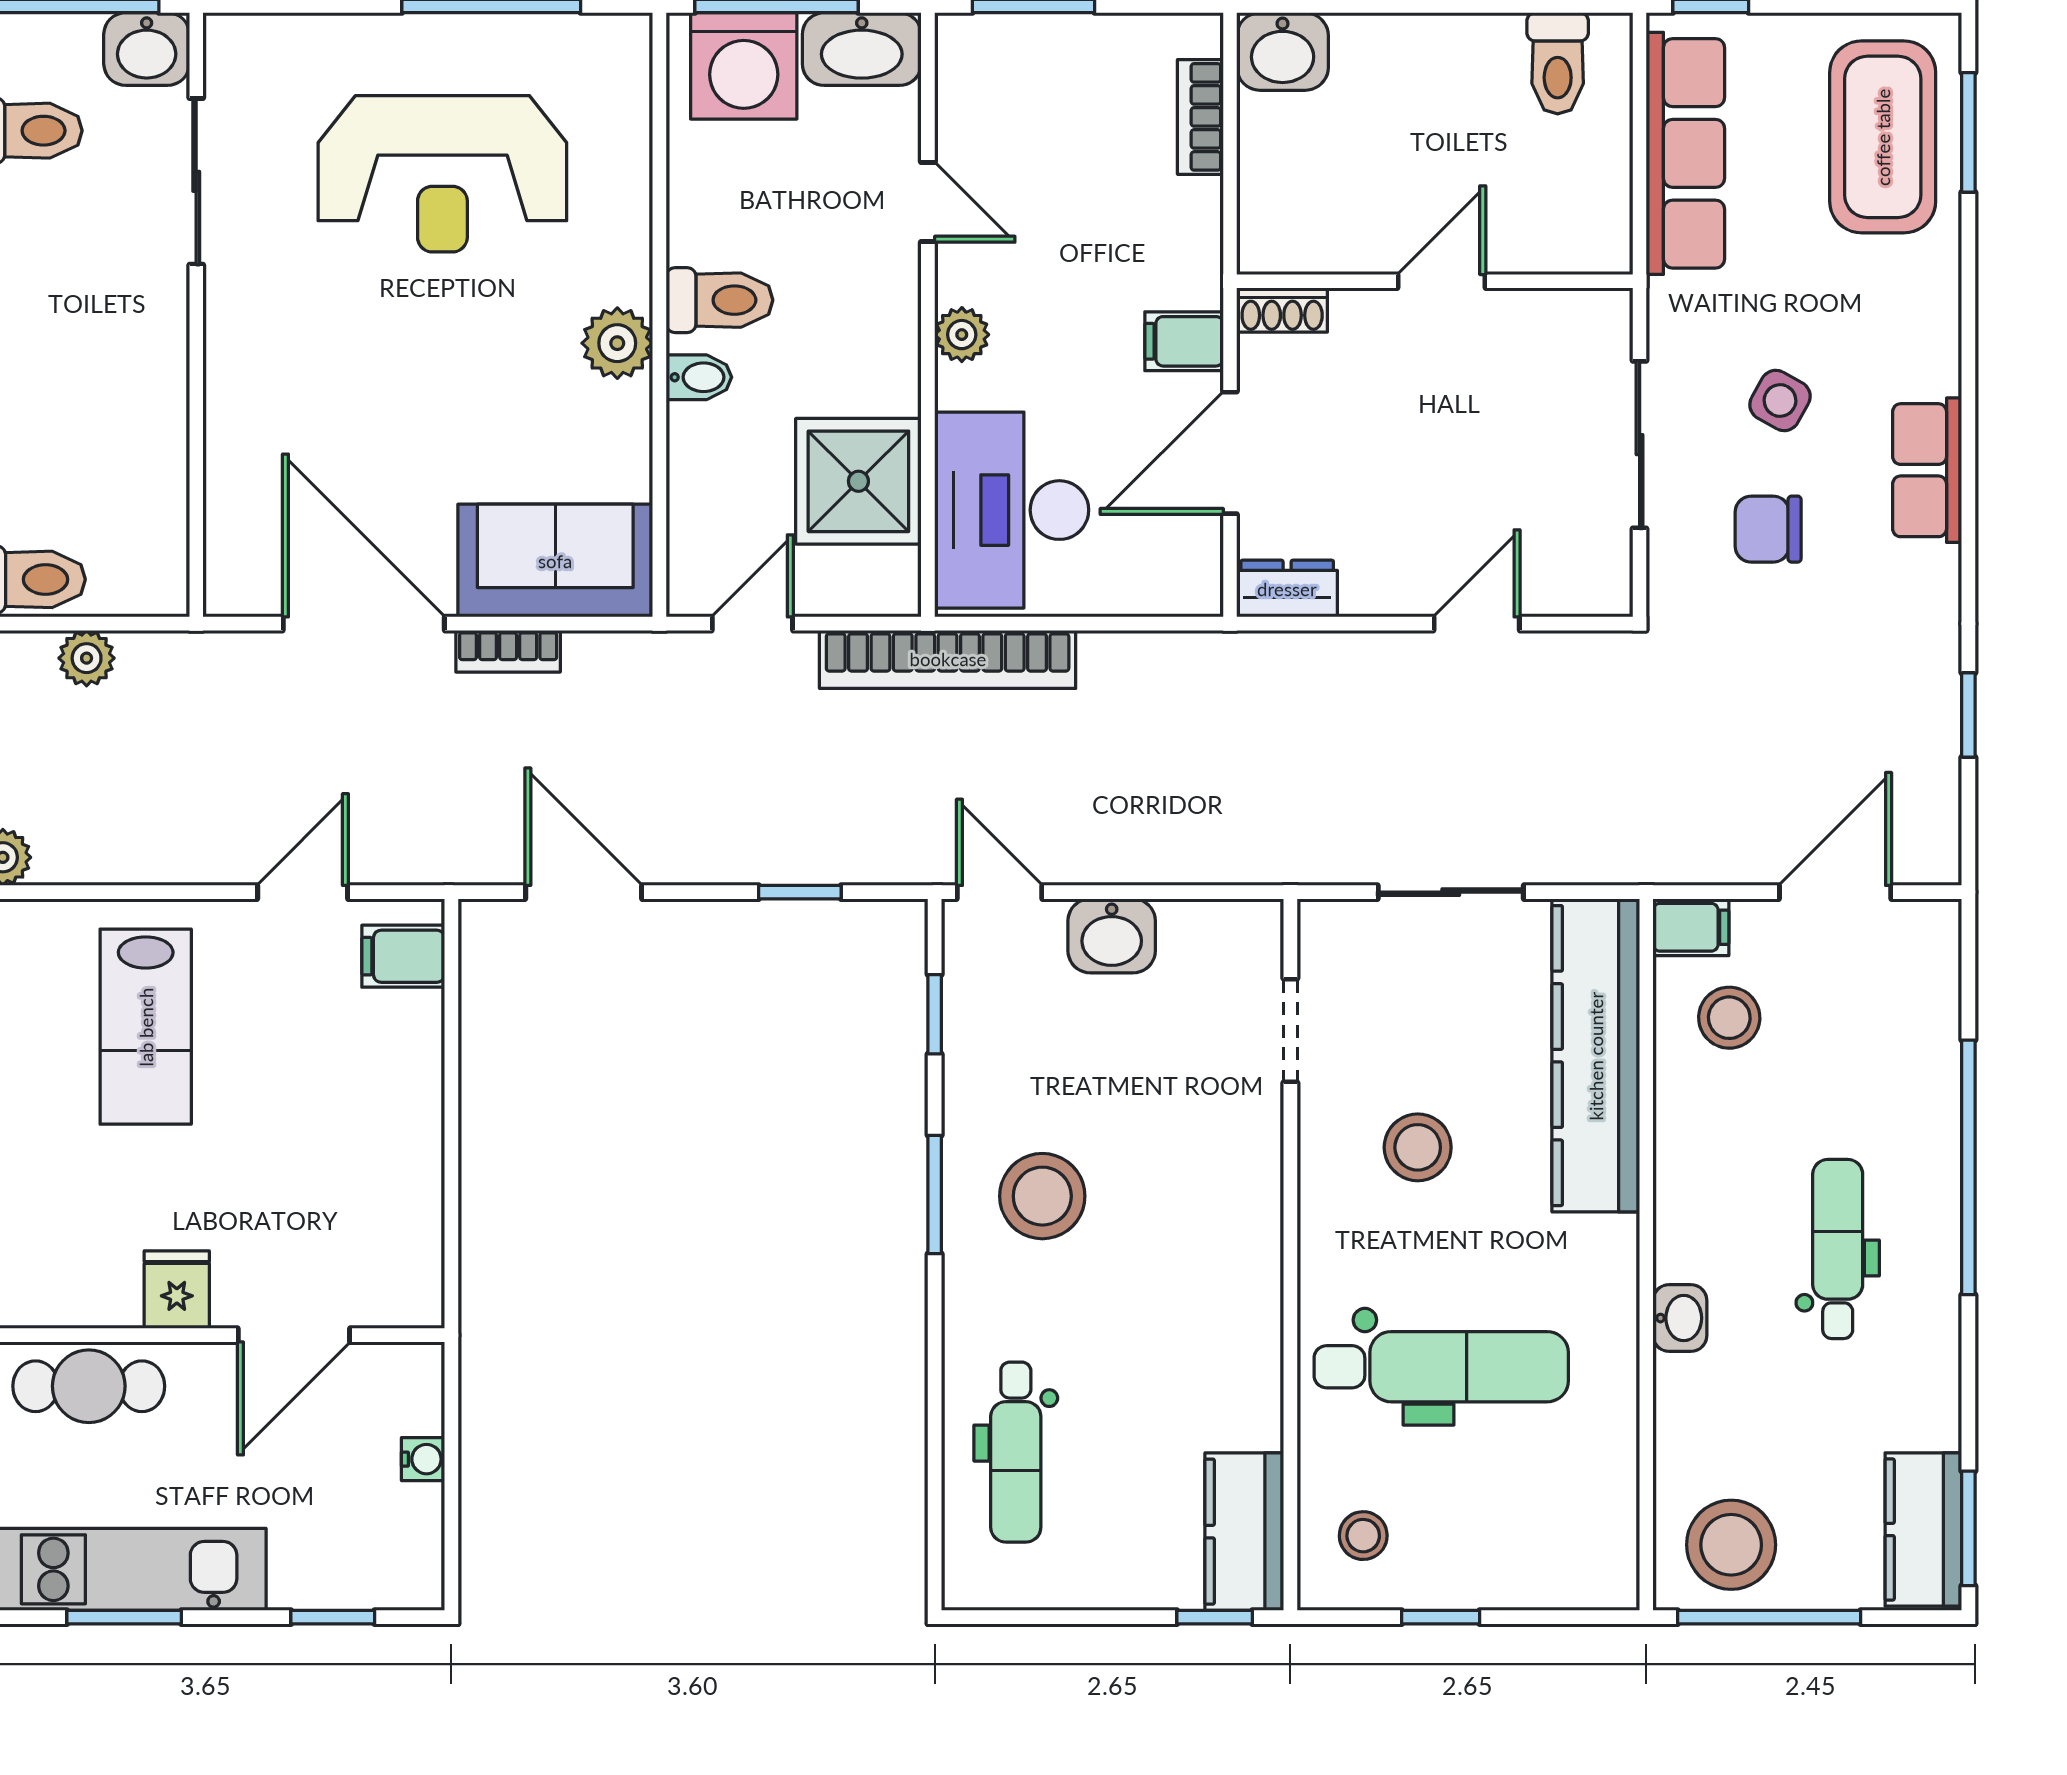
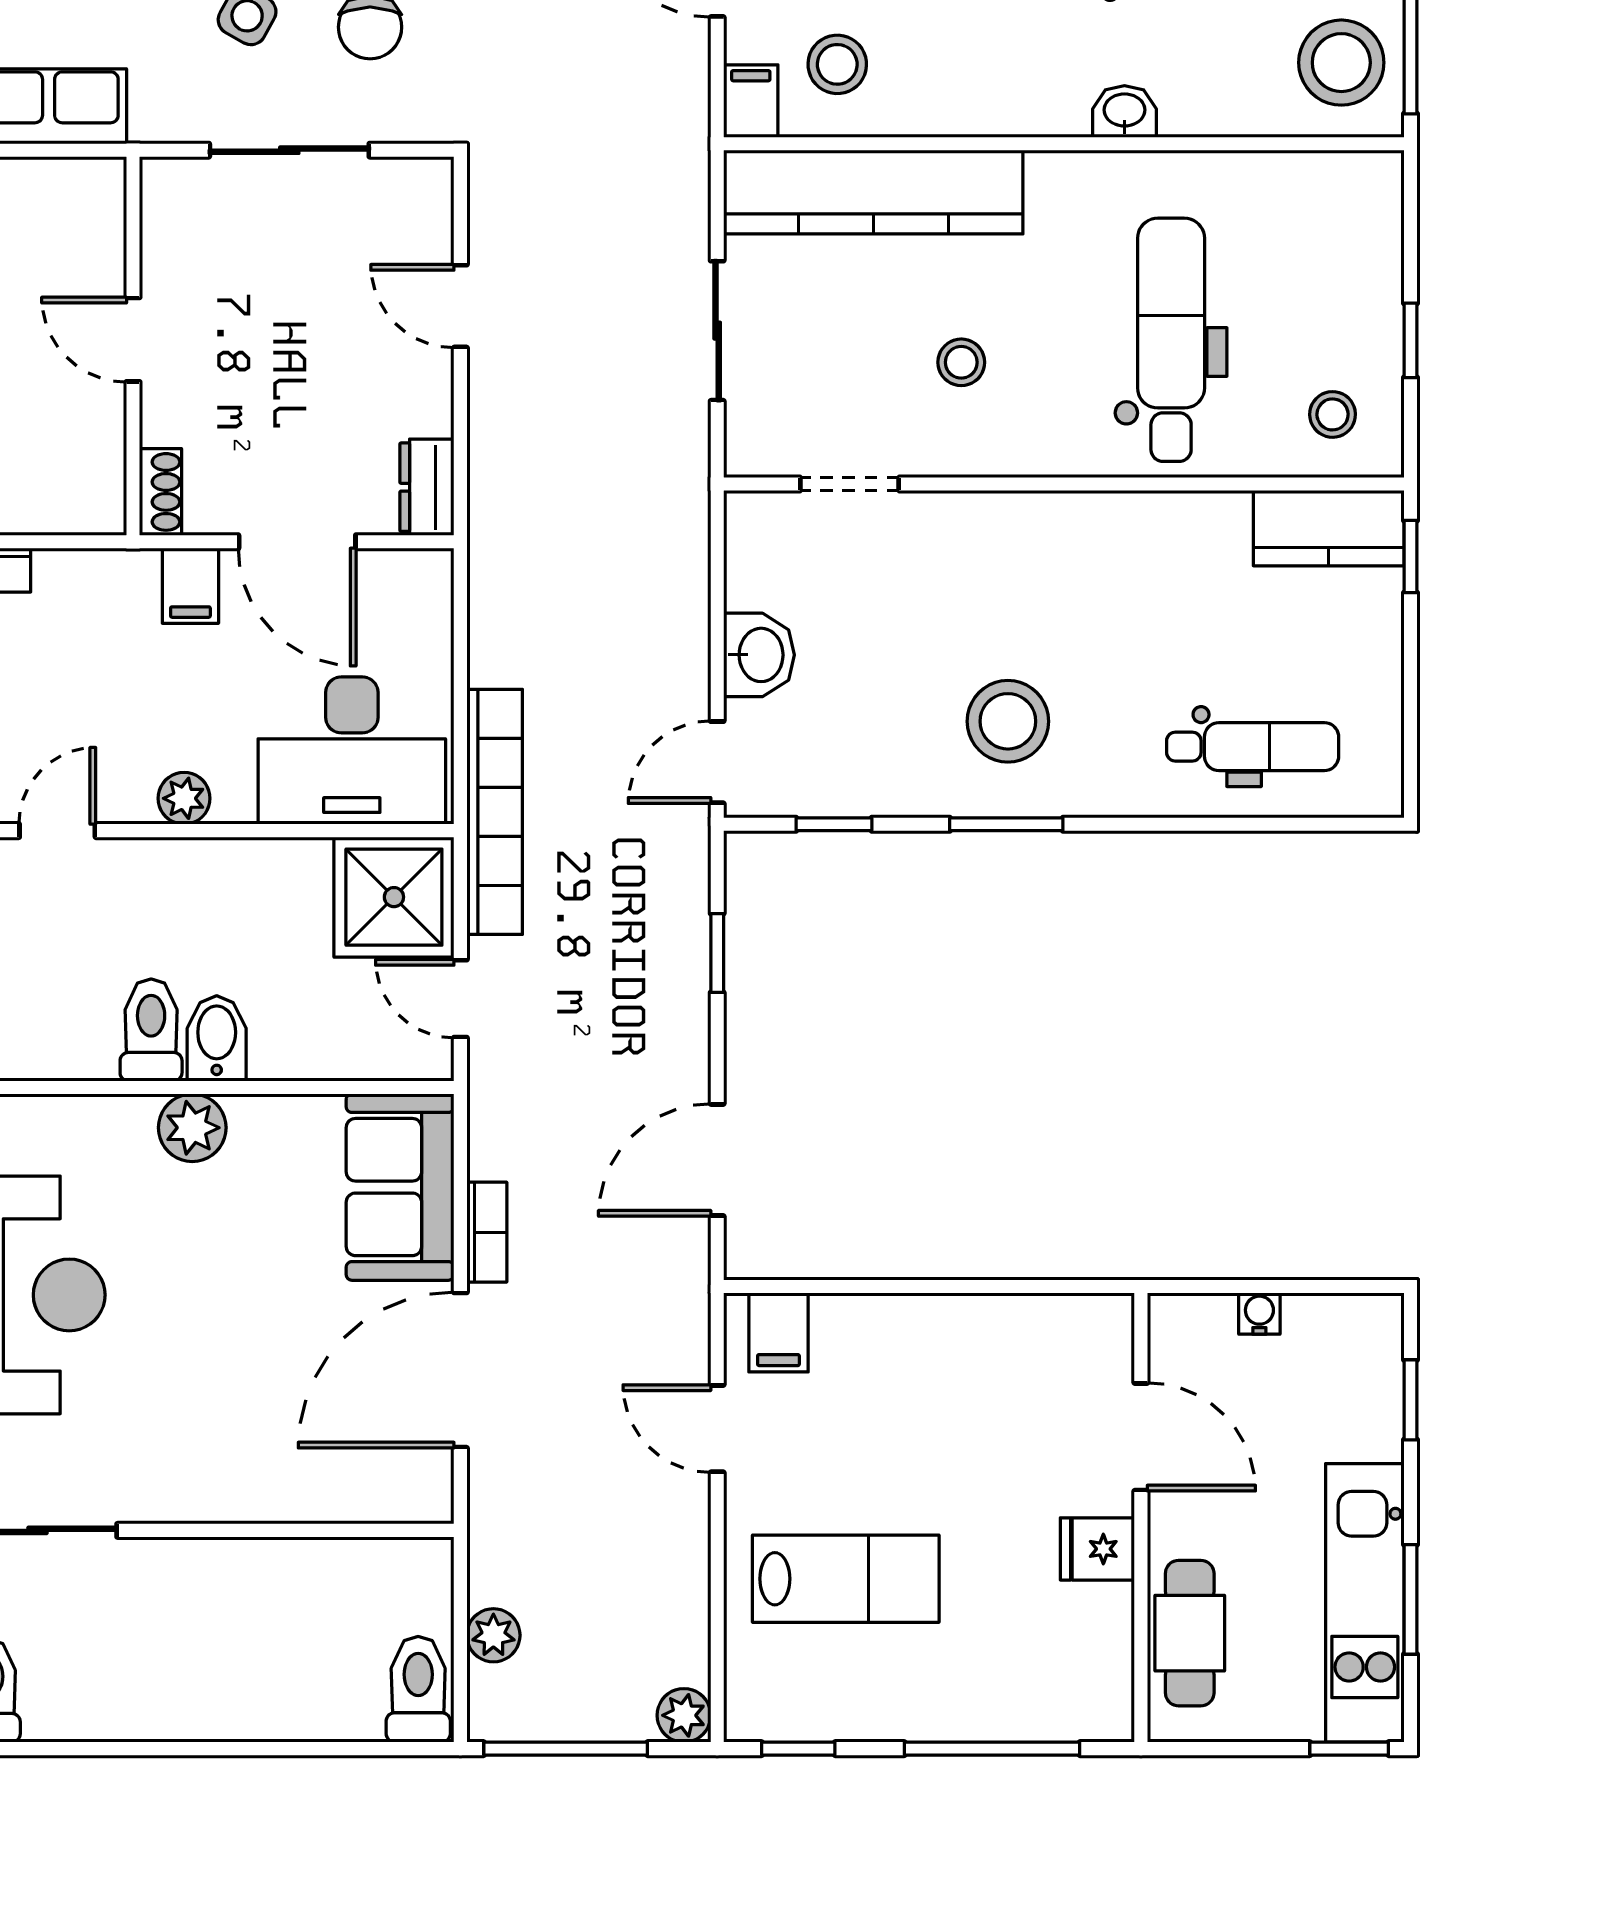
bidet: (699, 377) -> (217, 1038), width x1.38, depth x1.36
shower: (858, 481) -> (394, 897), moved
stool: (1418, 1147) -> (961, 362), width x0.73, depth x0.73

